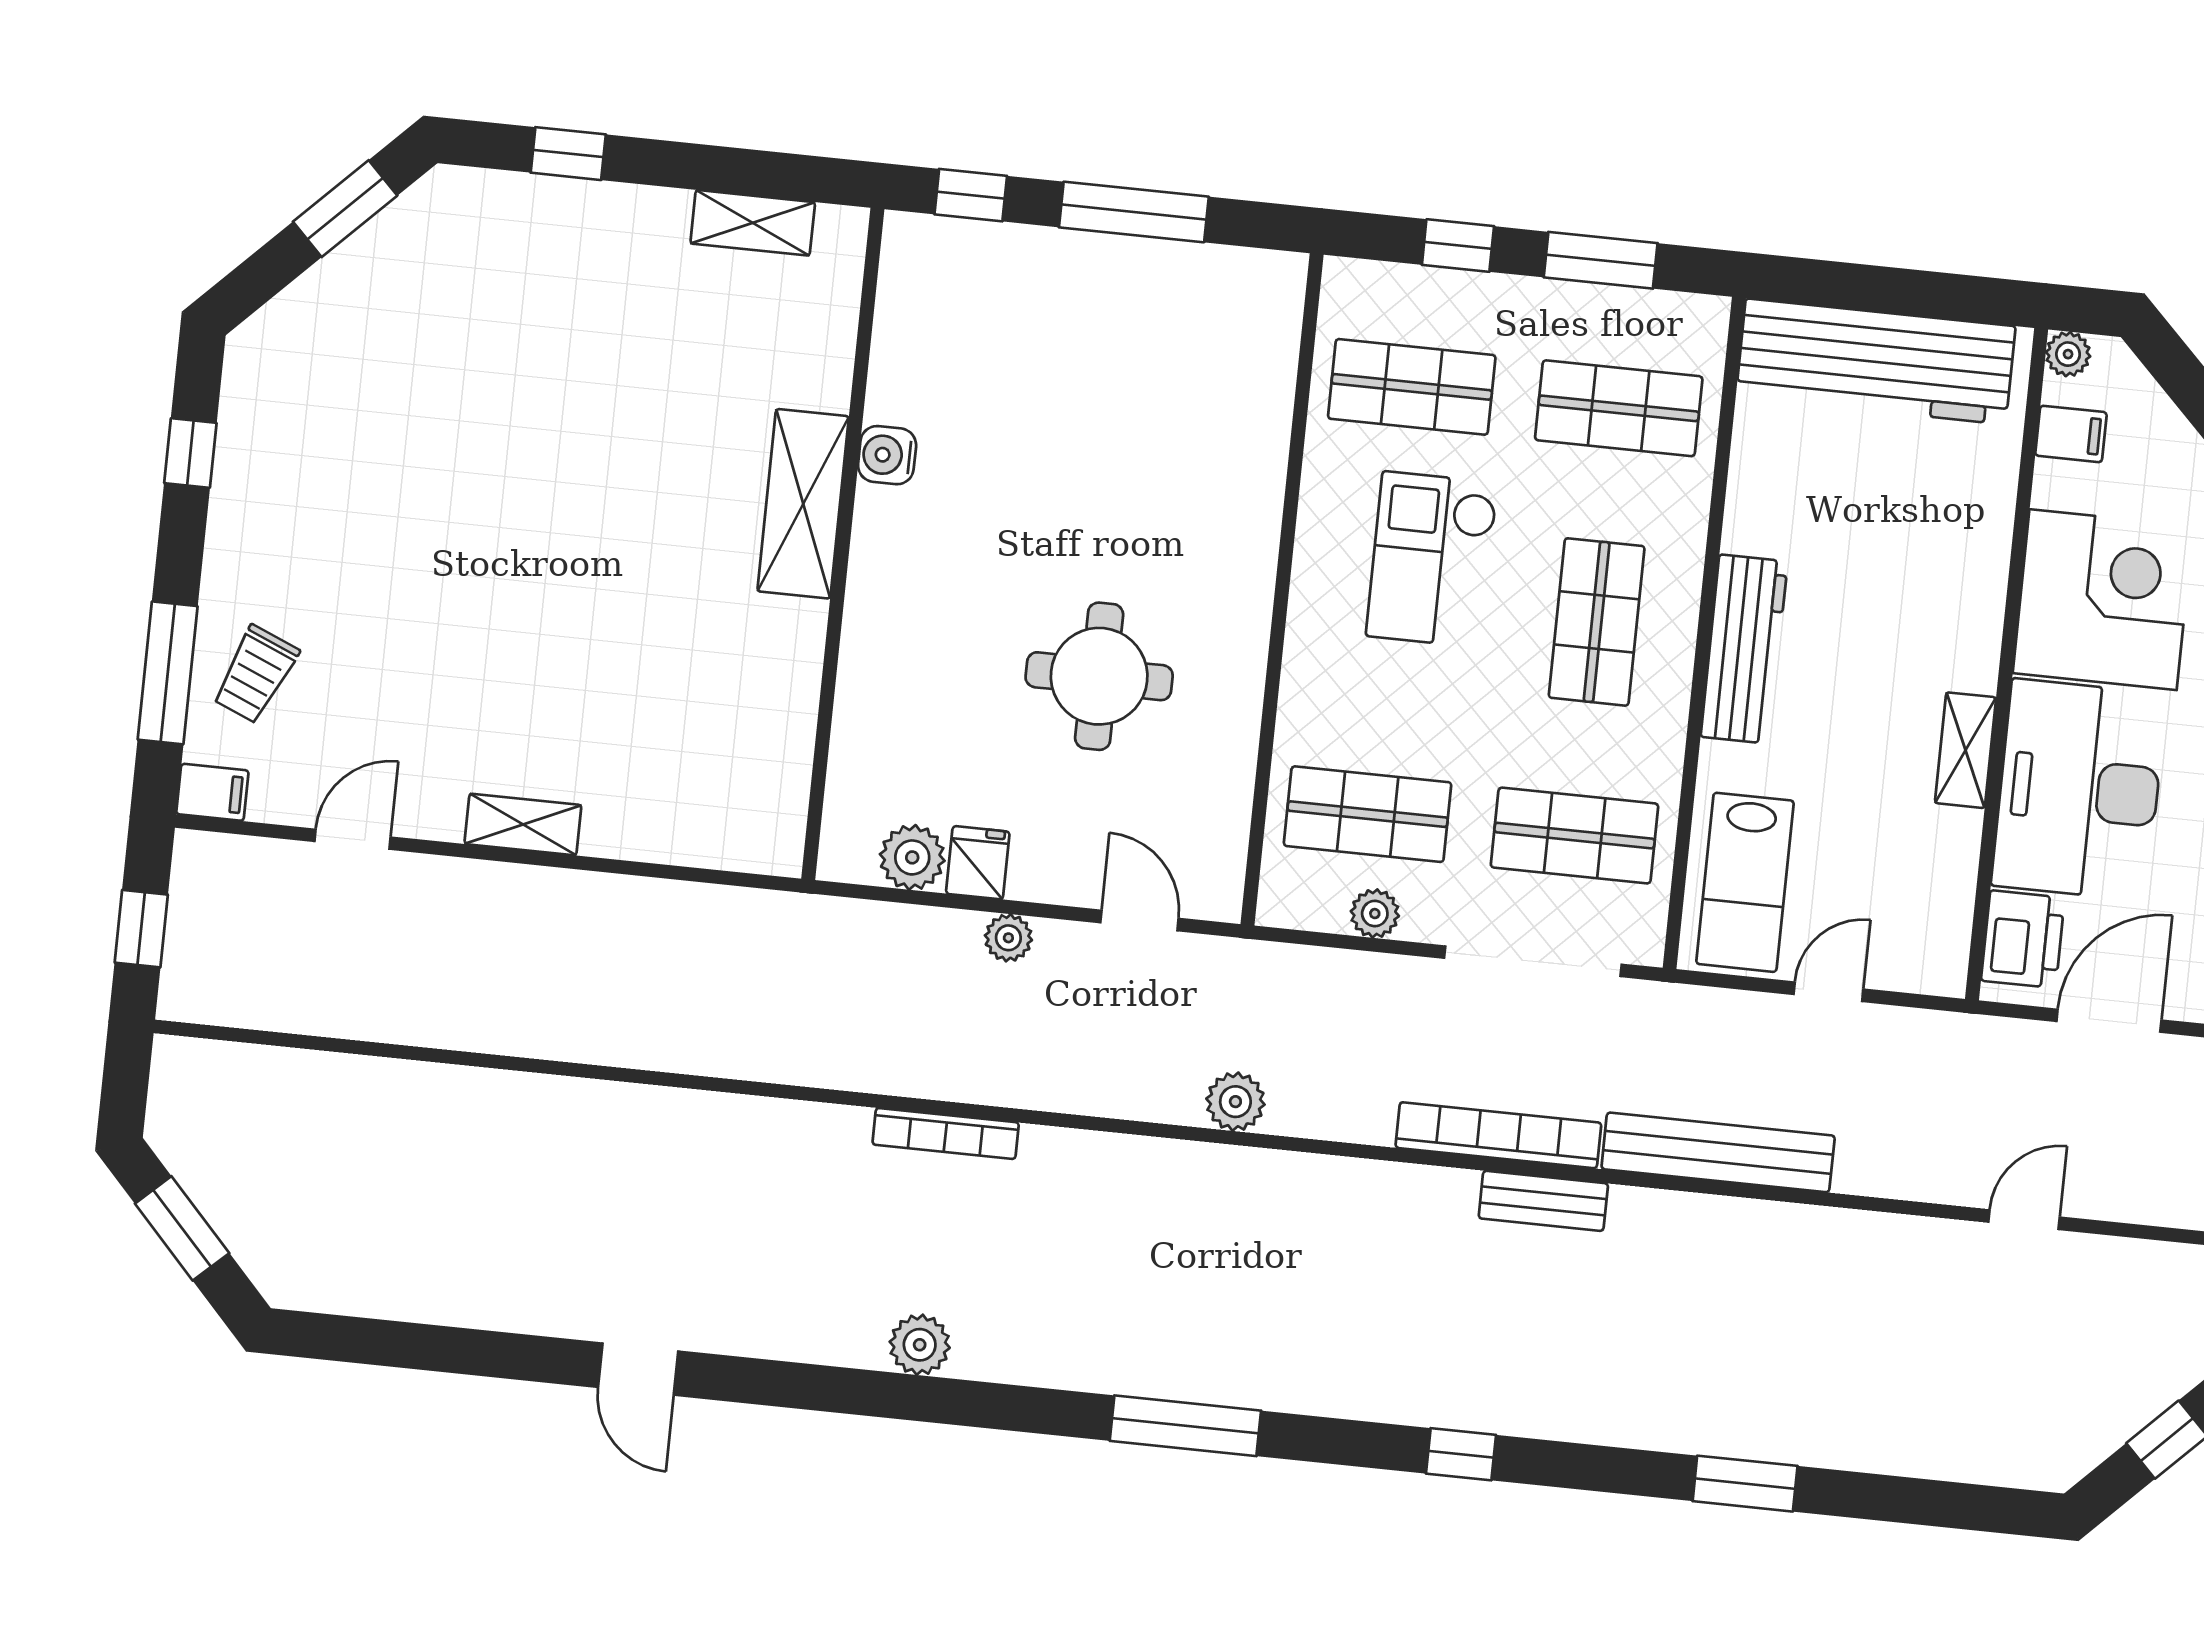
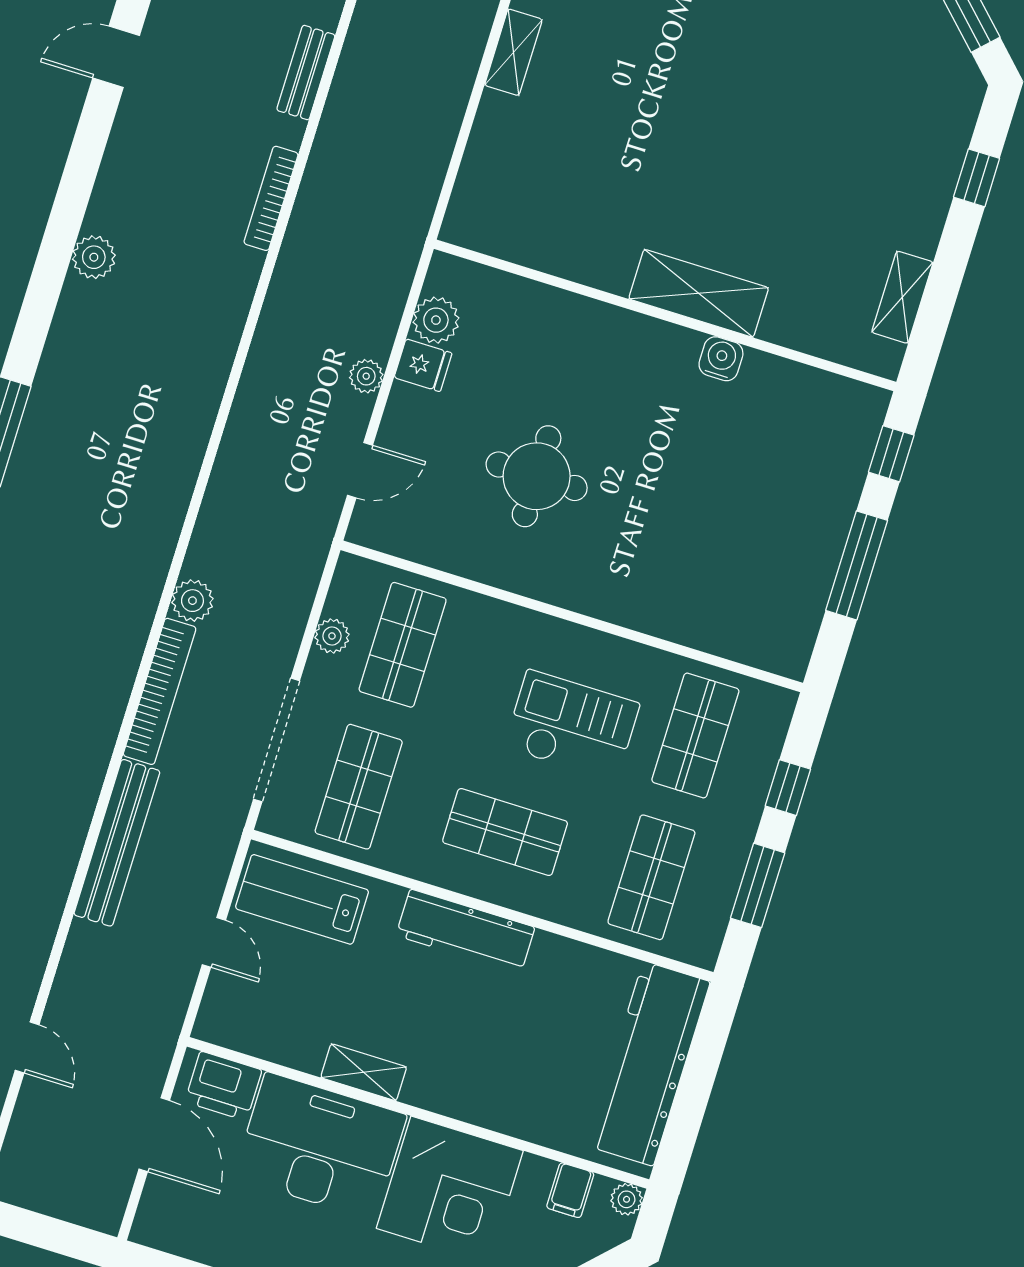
plant: (1235, 1102) -> (192, 601), moved
bookcase: (946, 1134) -> (271, 198), moved
bench: (1543, 1201) -> (306, 73), moved

